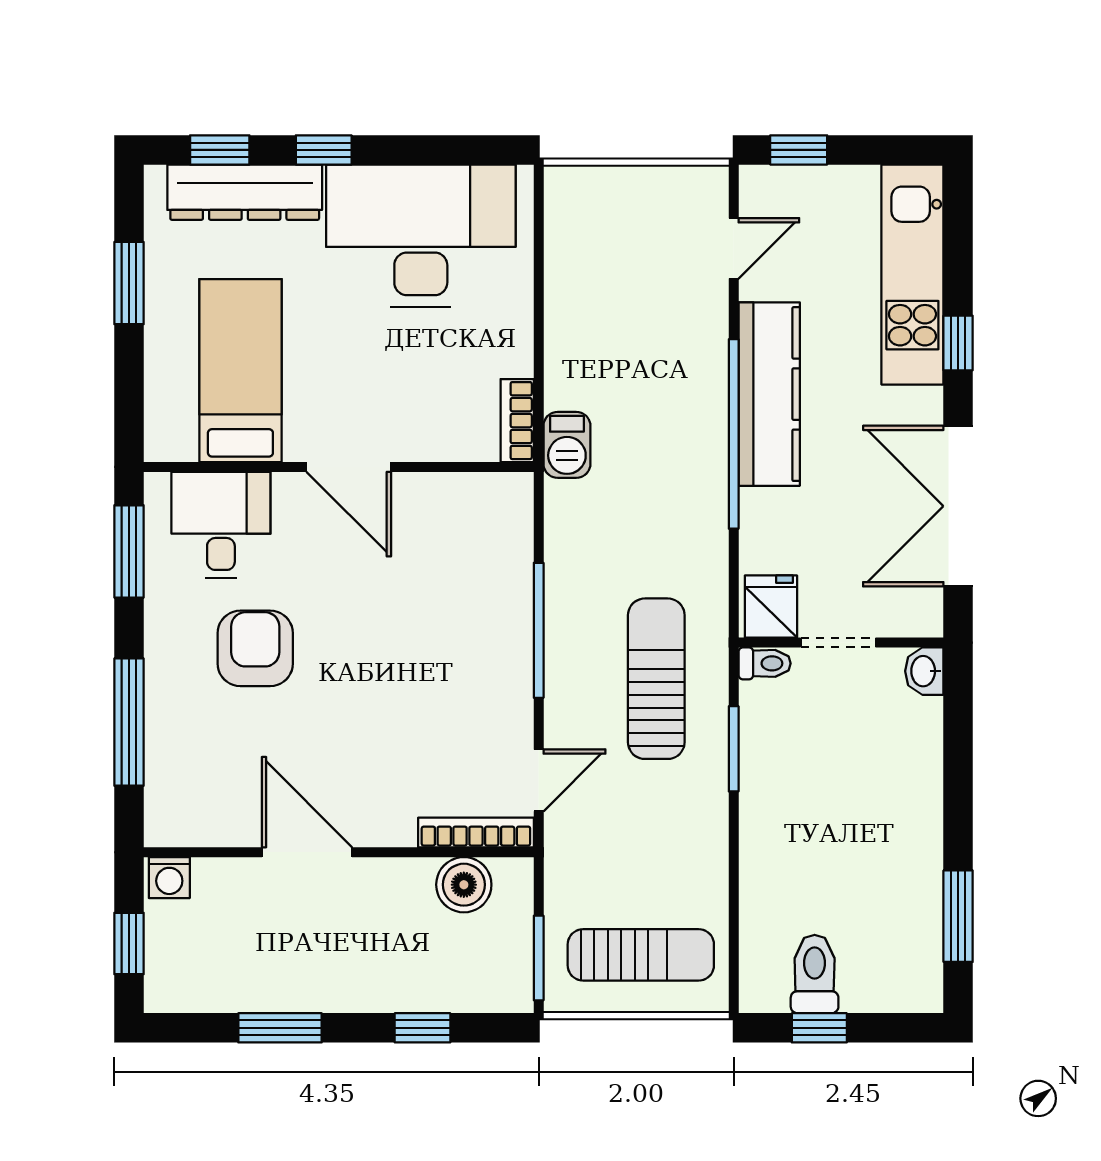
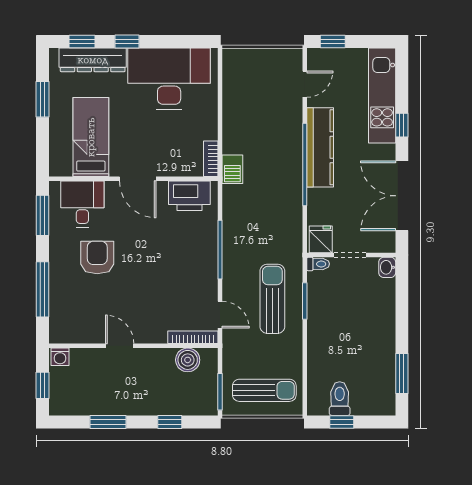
printer: (468, 506) -> (189, 196), added
sun lounger: (656, 679) -> (272, 299), moved
door: (539, 780) -> (220, 315), hinge flipped
door: (307, 852) -> (120, 346), width x0.73

